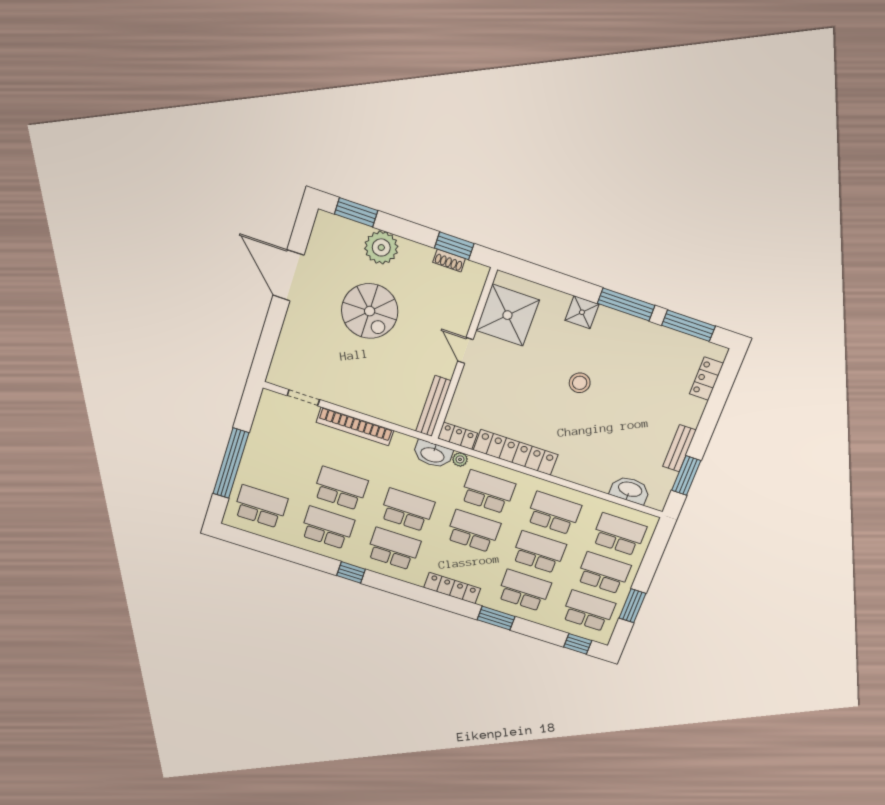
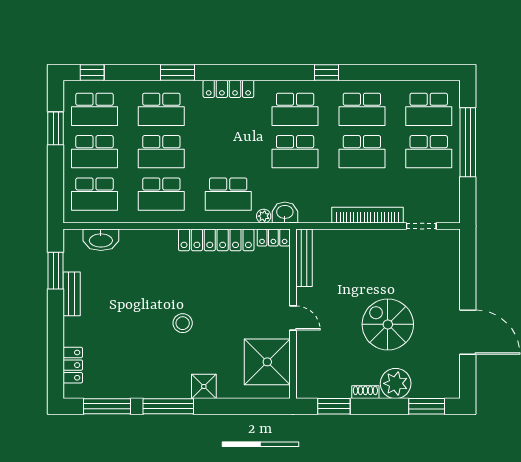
shoe rack: (449, 260) -> (365, 392), moved
washbasin: (433, 454) -> (285, 213), width x0.72
school desk: (473, 531) -> (429, 152), moved

